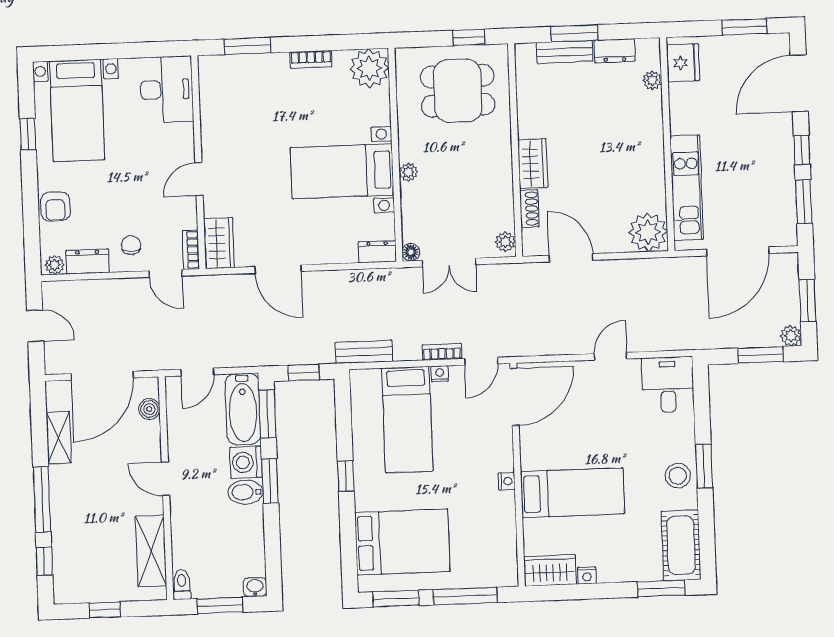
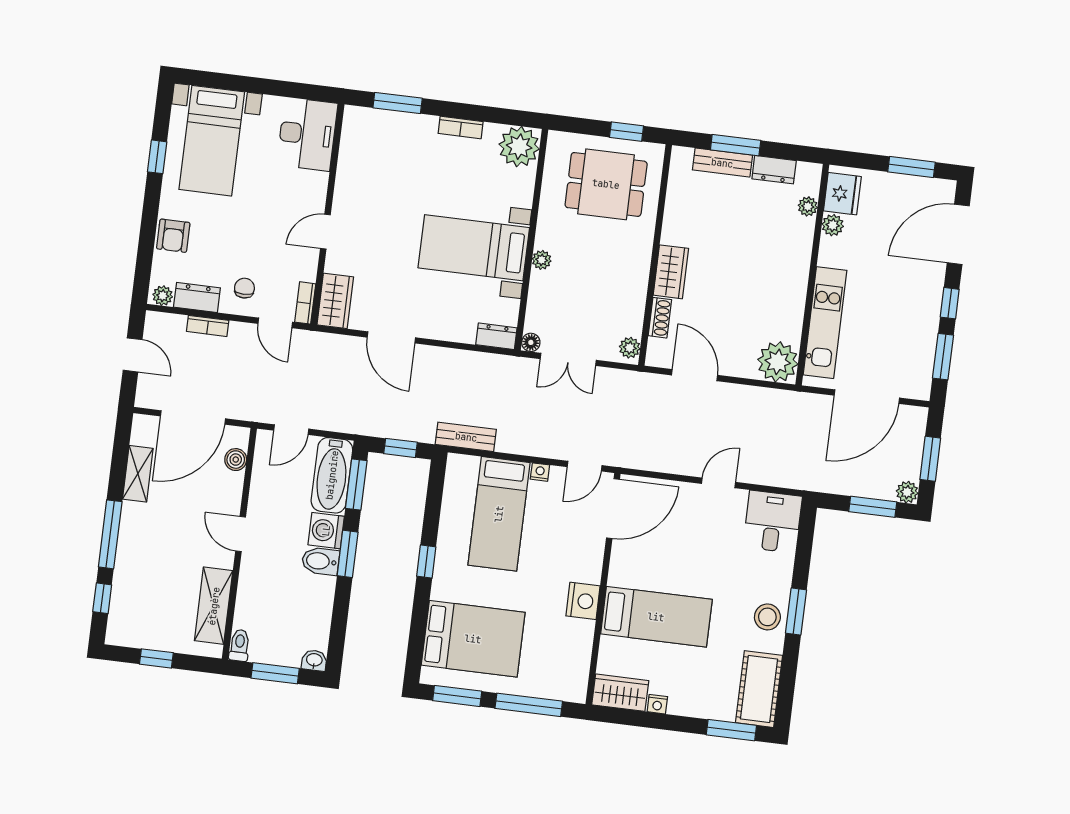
plant: (679, 94) -> (833, 225), added
bookcase: (442, 352) -> (208, 326), moved, turned 180
nightstand: (507, 481) -> (583, 601), width x1.89, depth x1.79

